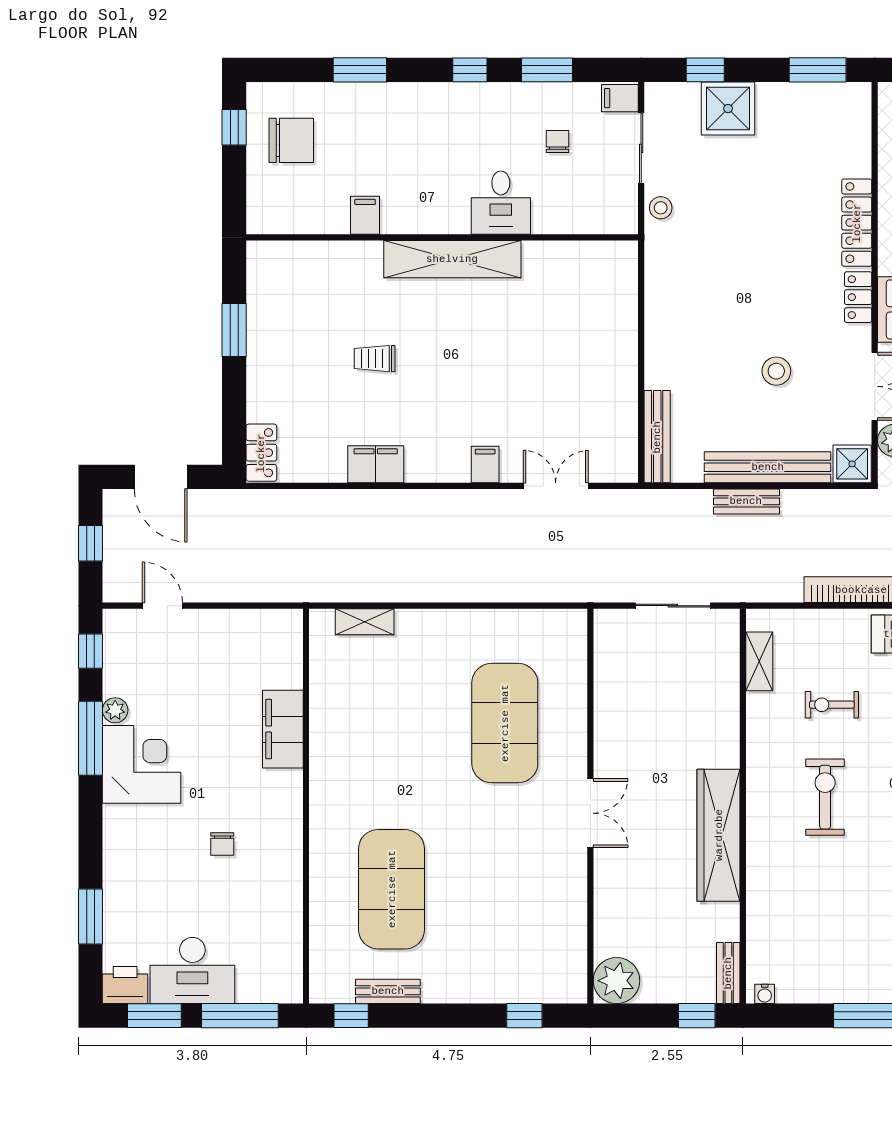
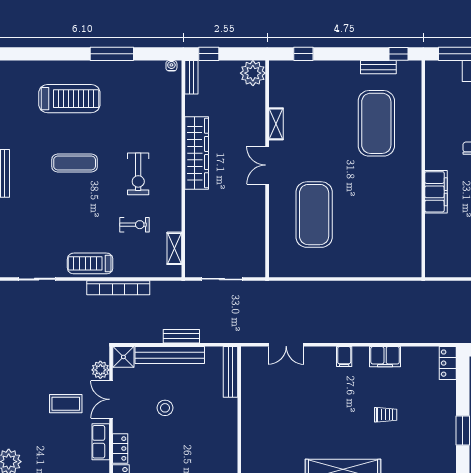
filing cabinet: (485, 464) -> (344, 357), moved
shelving: (365, 622) -> (276, 124), moved, turned 90
filing cabinet: (283, 729) -> (436, 192), moved

